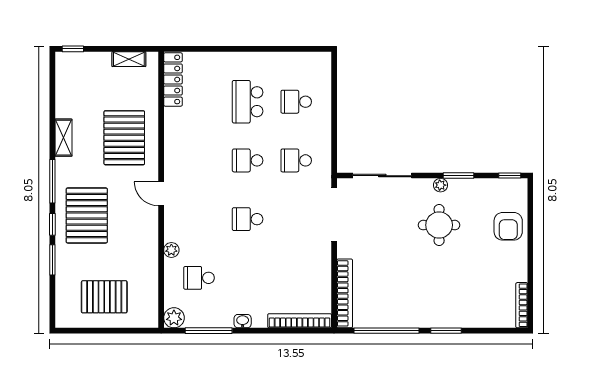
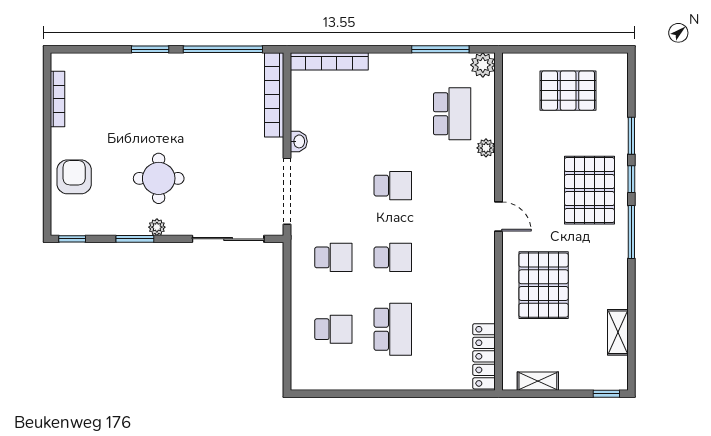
shelving: (63, 138) -> (618, 332), moved
school desk: (199, 278) -> (452, 114), width x1.85
bookcase: (522, 305) -> (58, 99), moved
washbasin: (243, 321) -> (299, 141), moved, turned -90

